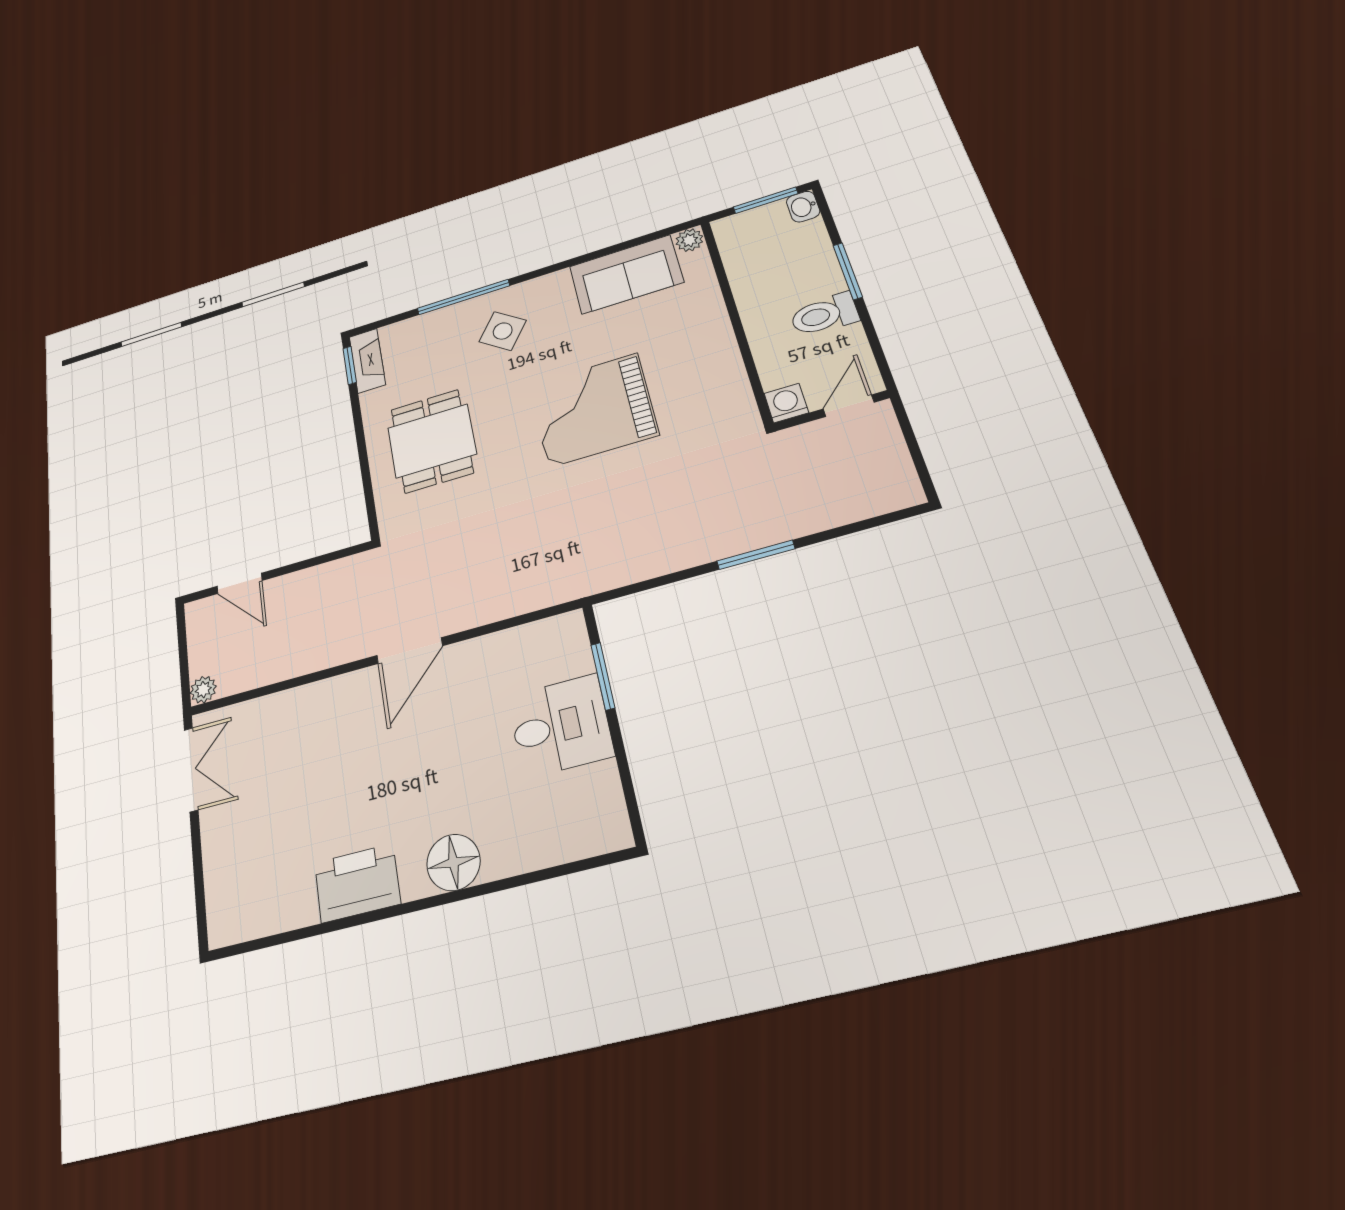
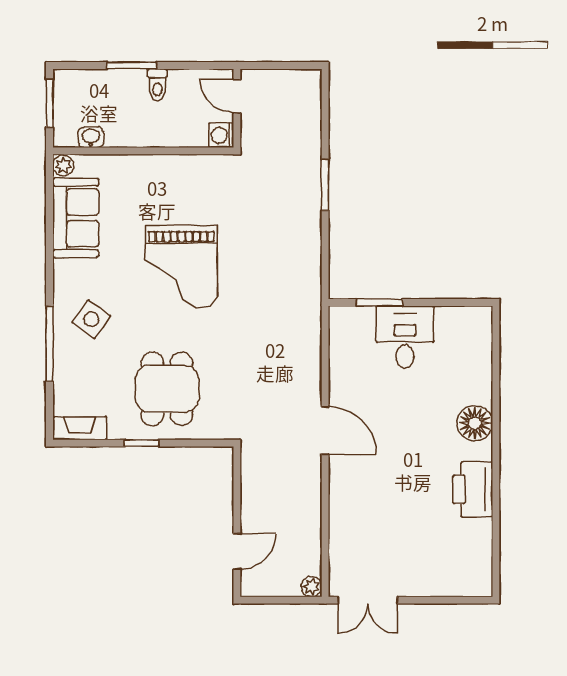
washbasin: (803, 207) -> (91, 137), moved, turned 180
toilet: (824, 315) -> (157, 85), width x0.73, depth x0.72
window: (350, 365) -> (142, 443), moved
dining table: (432, 441) -> (167, 389), turned 90
double door: (191, 769) -> (368, 600), swing flipped

